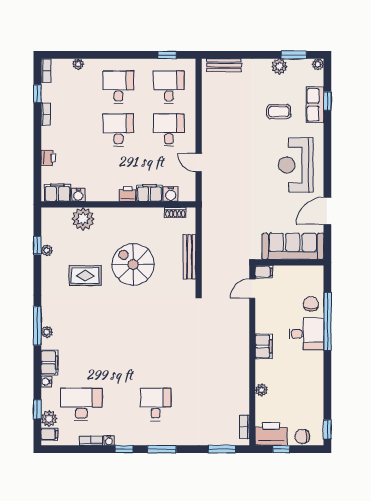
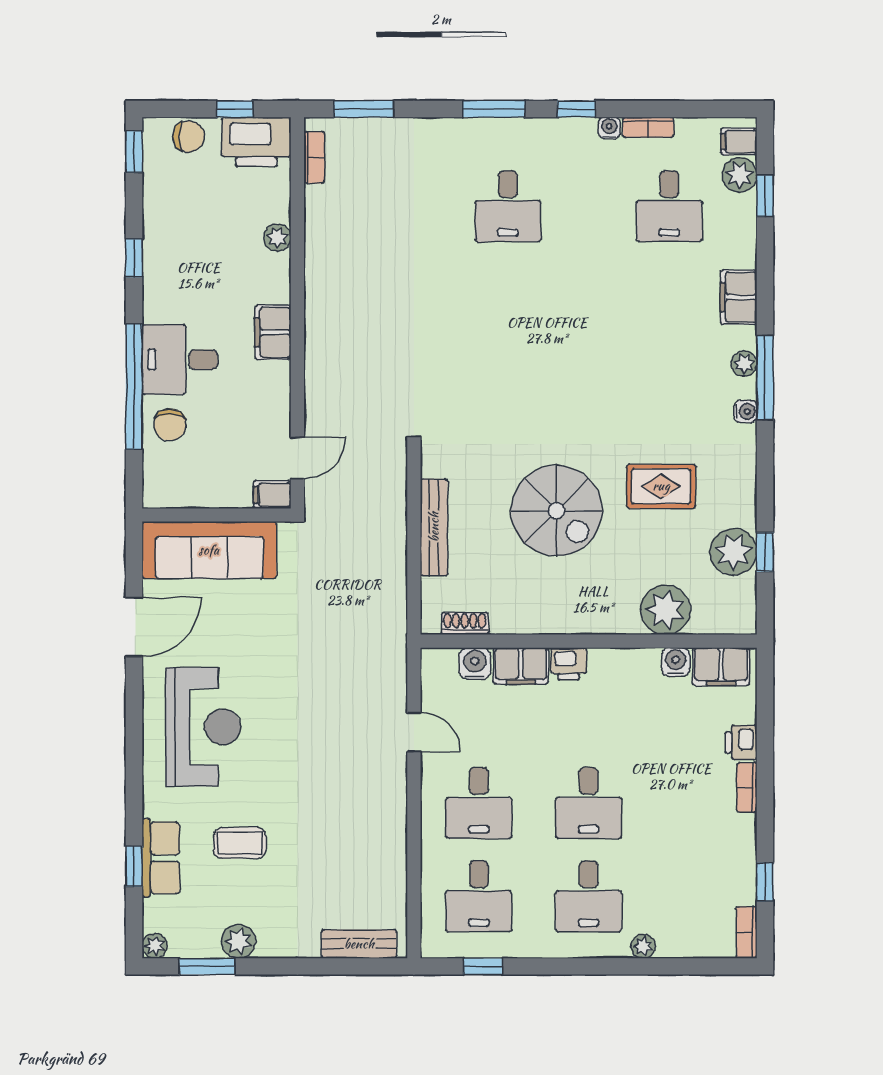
plant: (78, 64) -> (643, 946), moved
bookcase: (46, 114) -> (747, 787), moved
plant: (47, 250) -> (733, 552), width x1.88, depth x1.88
window: (327, 381) -> (134, 258), added
water cooler: (46, 382) -> (745, 411), moved
desk: (81, 404) -> (669, 206), width x0.73

